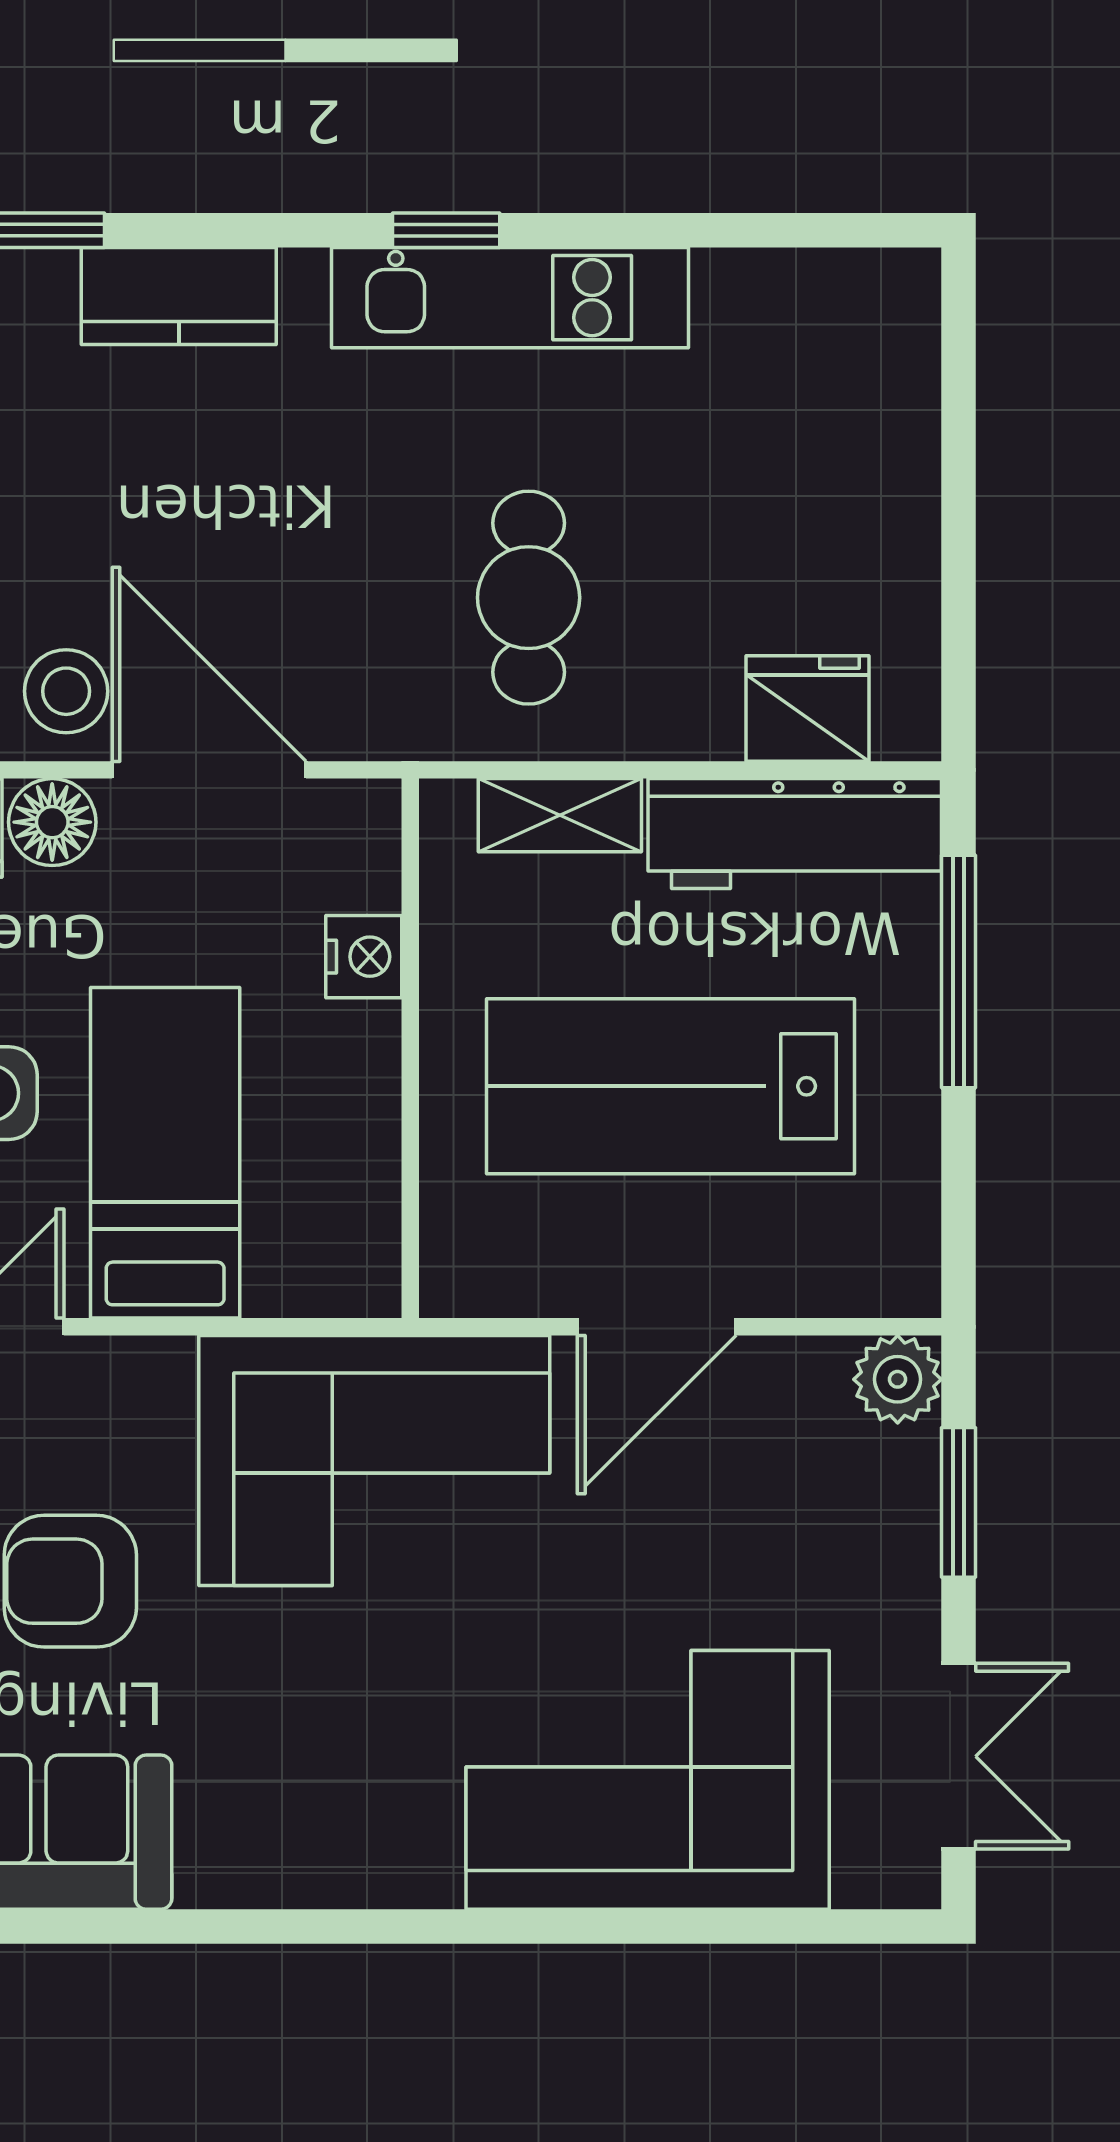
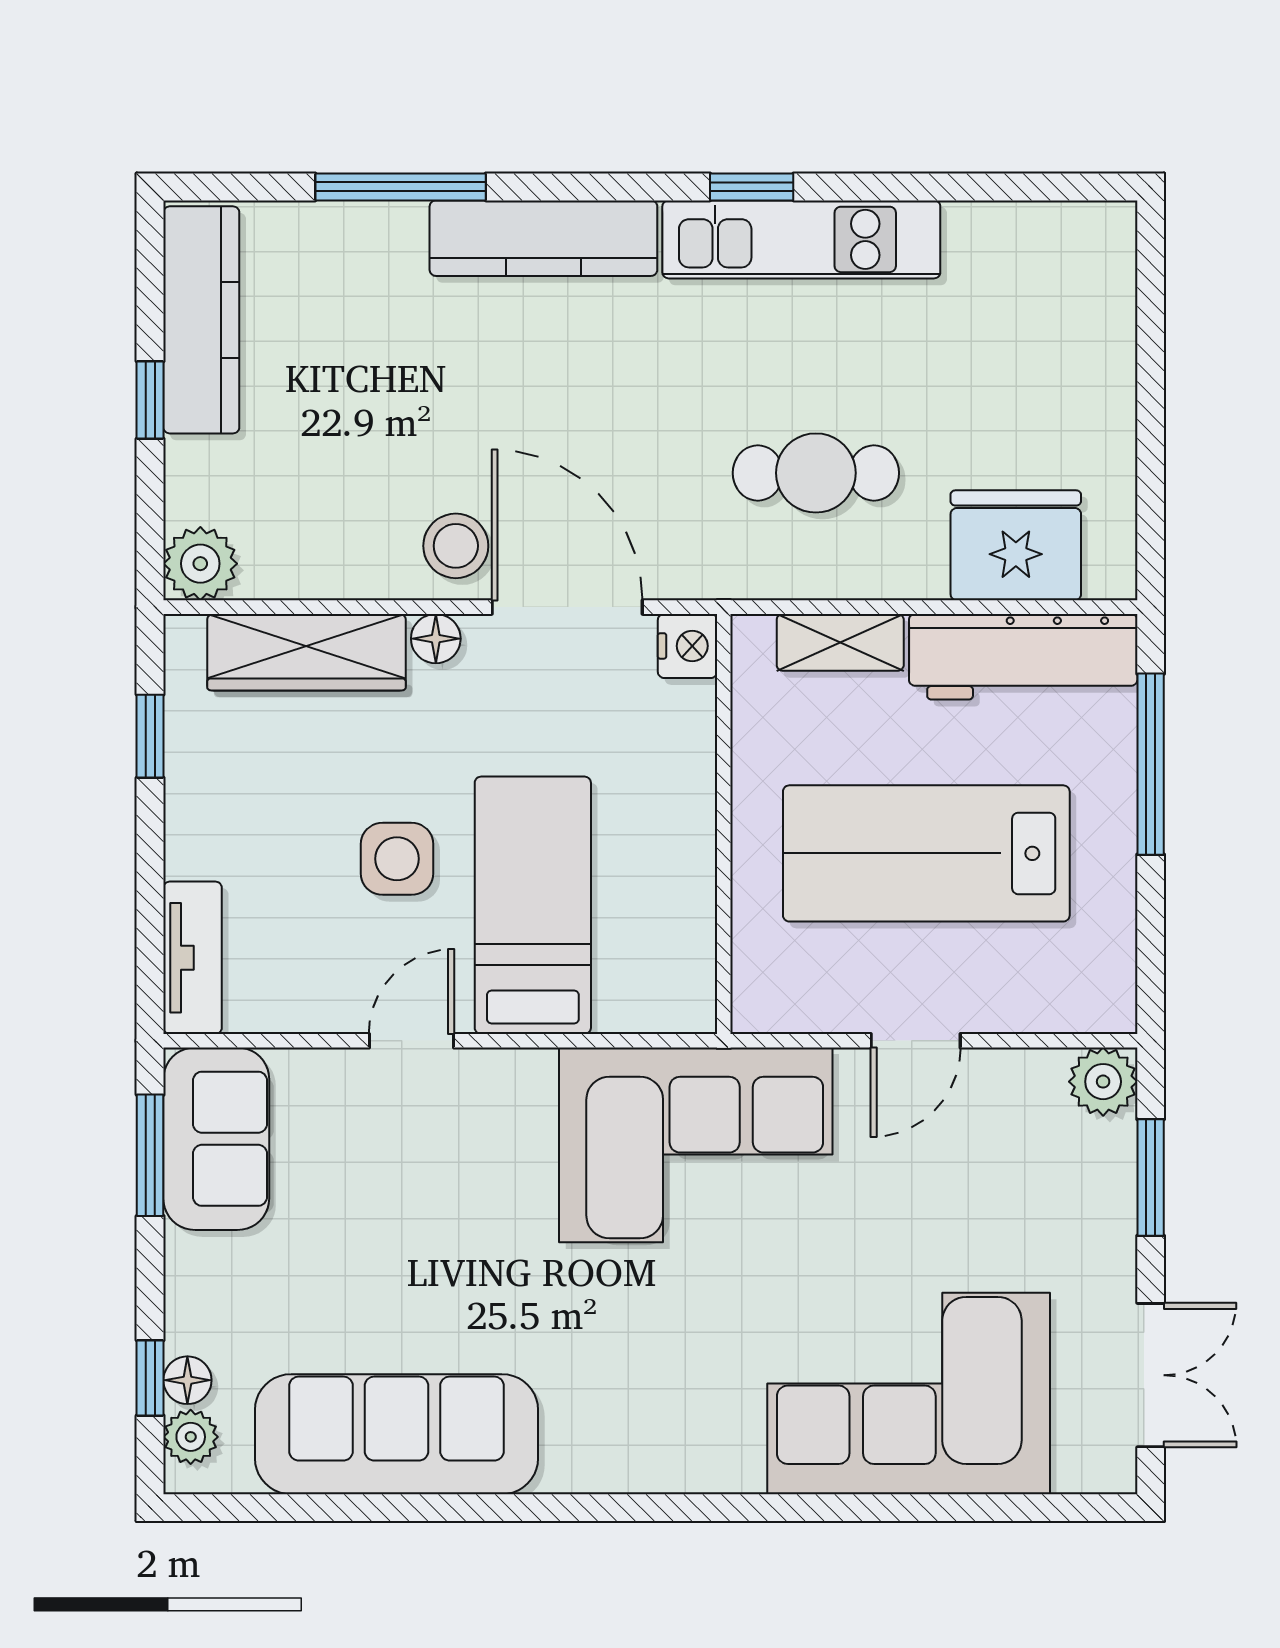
kitchen counter: (179, 296) -> (543, 238), width x1.50
cafe table: (529, 598) -> (816, 473), turned 90
fridge: (808, 708) -> (1016, 545), width x1.36, depth x1.34
floor lamp: (52, 822) -> (436, 639), width x0.73, depth x0.73
nightstand: (364, 957) -> (687, 646), moved
door: (657, 1327) -> (916, 1041), width x0.73
armchair: (70, 1581) -> (459, 1239), removed

